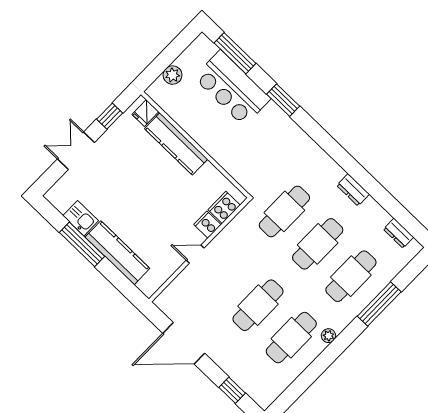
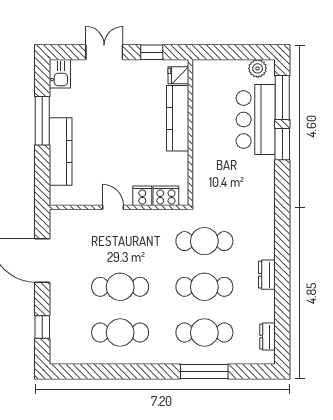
plant: (173, 75) -> (258, 68), moved
window: (283, 100) -> (282, 144), moved
kitchen sink: (81, 218) -> (60, 74), moved
plant: (328, 336) -> (147, 357), removed

